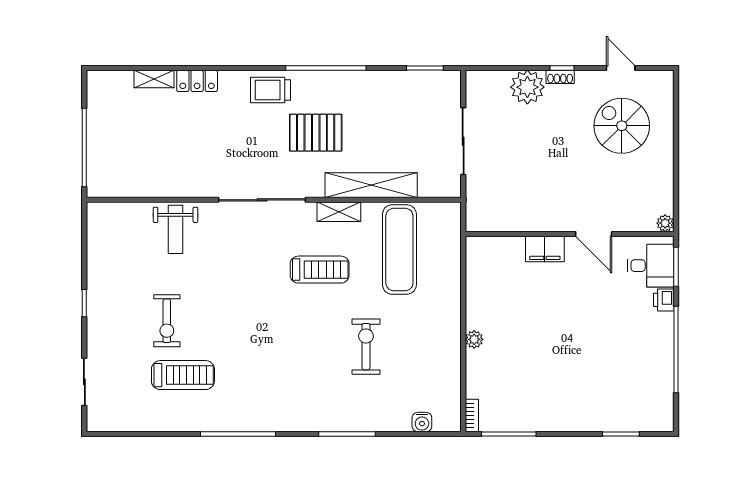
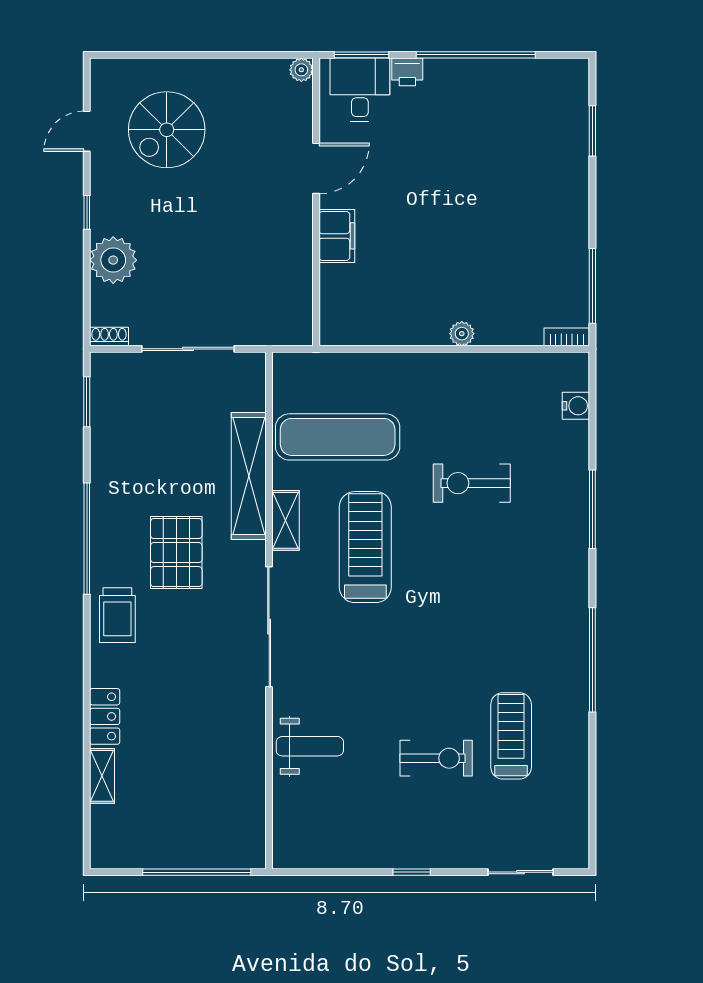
shoe rack: (560, 77) -> (109, 337), moved, turned -90
treadmill: (320, 270) -> (365, 547), width x1.37, depth x1.38

